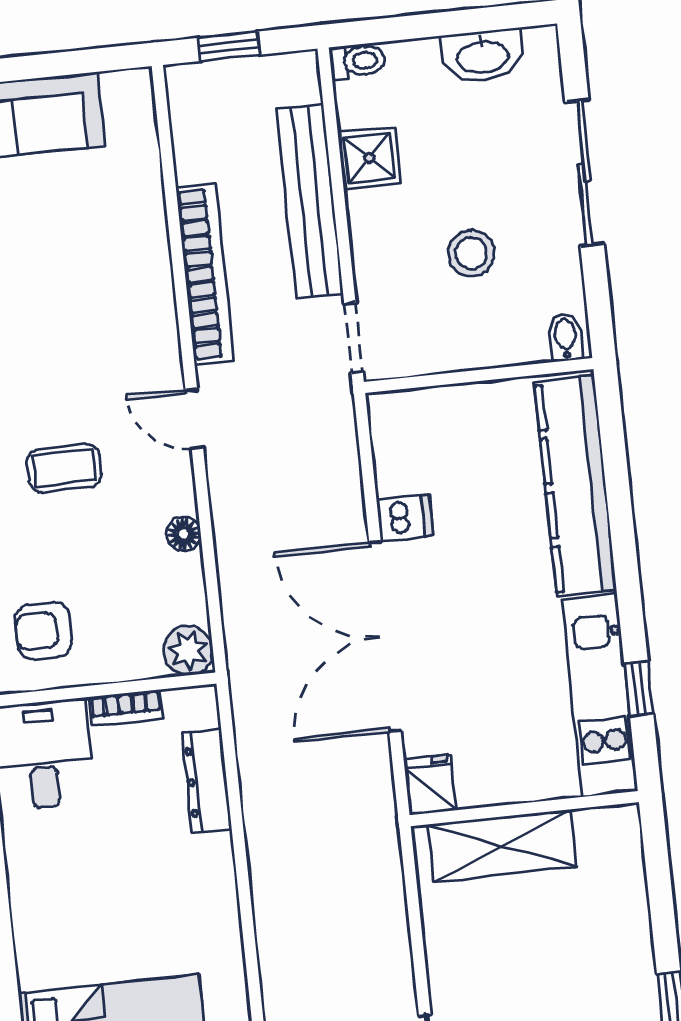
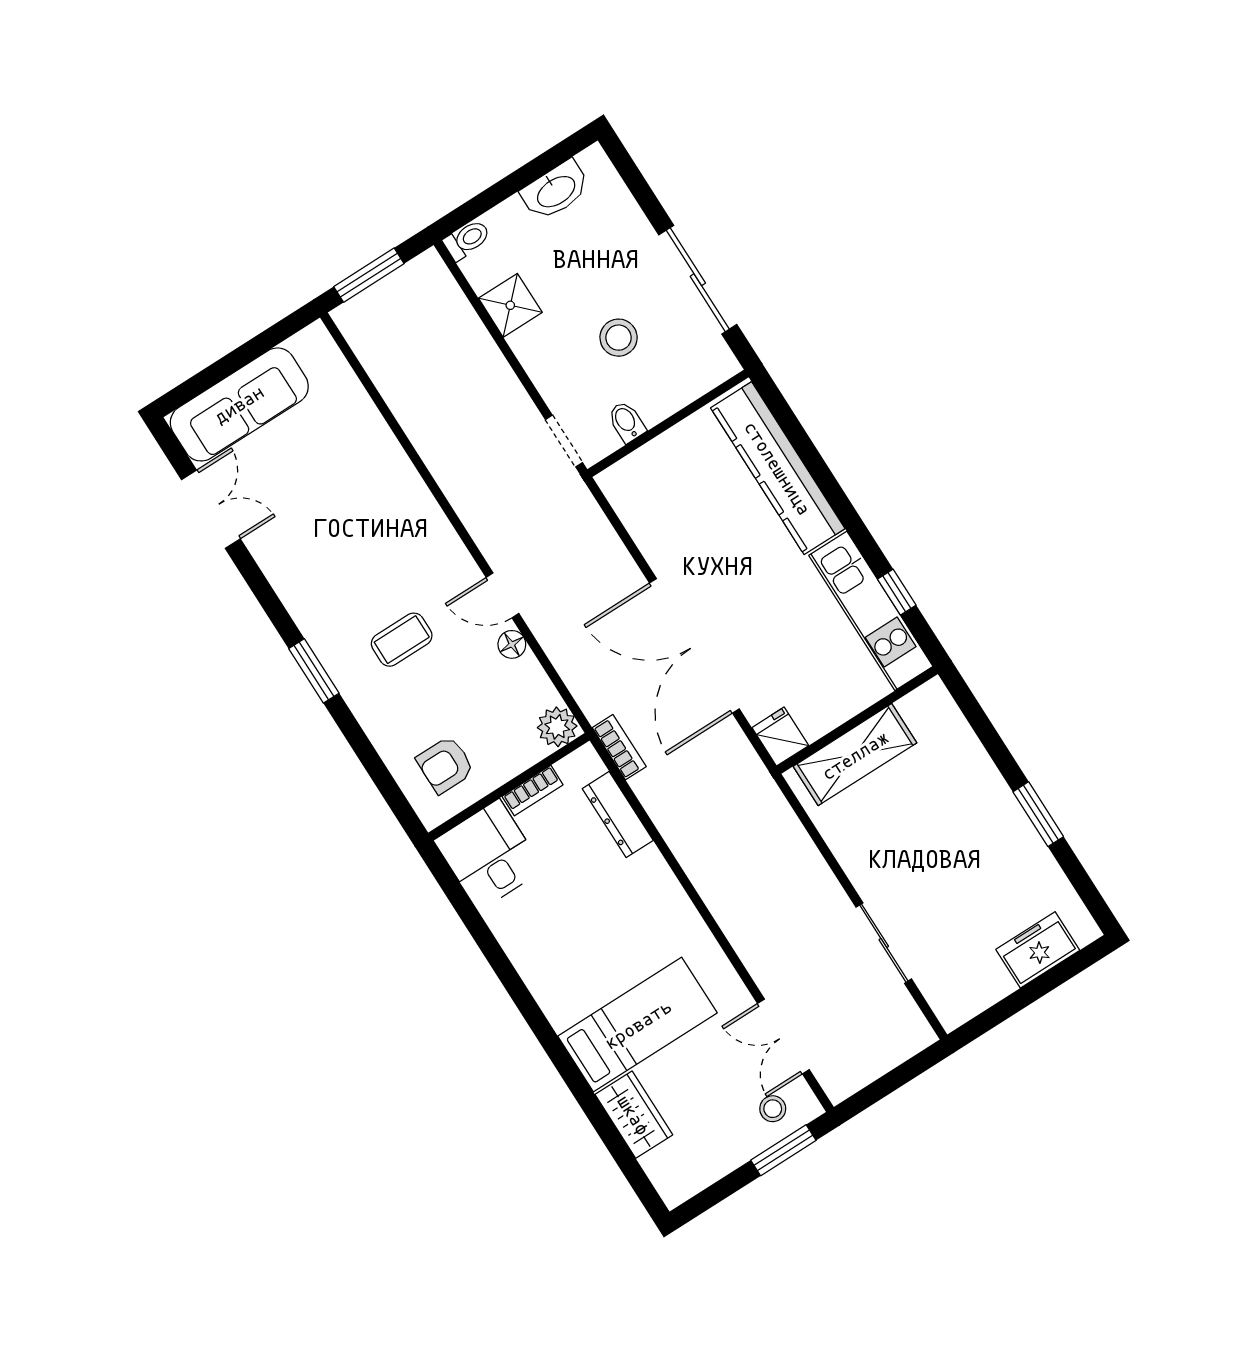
window: (229, 46) -> (369, 275), width x1.50
sliding door: (585, 173) -> (698, 280), moved
bench: (310, 202) -> (483, 358), removed
bookcase: (205, 274) -> (619, 747), moved, width x0.43, depth x0.76
bidet: (565, 337) -> (626, 422), moved
door: (194, 419) -> (502, 595), moved
dishwasher: (405, 517) -> (666, 553), removed

